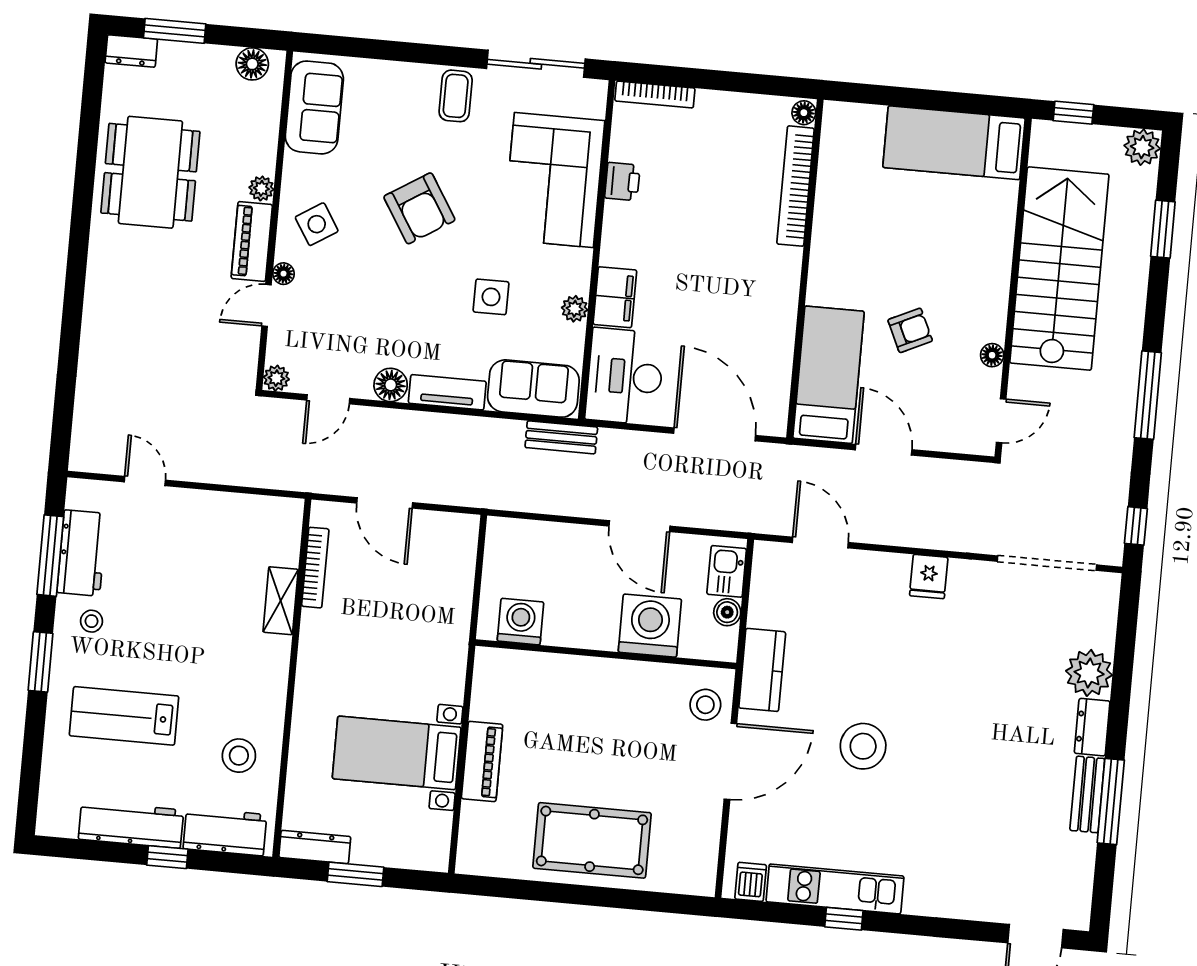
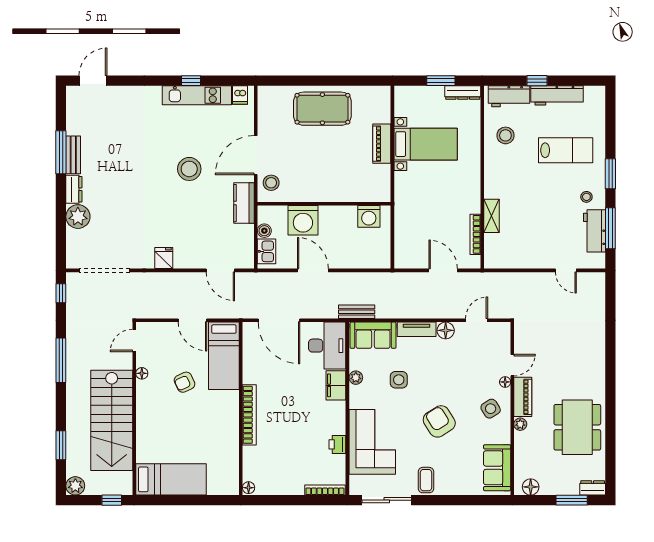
bookcase: (796, 186) -> (249, 415), moved
plant: (276, 378) -> (504, 329), removed

